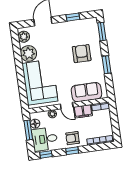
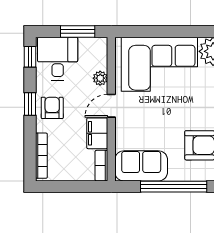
window: (107, 65) -> (174, 187), width x2.11
sofa: (86, 92) -> (141, 166), moved, turned -90
floor lamp: (35, 124) -> (87, 45), removed

